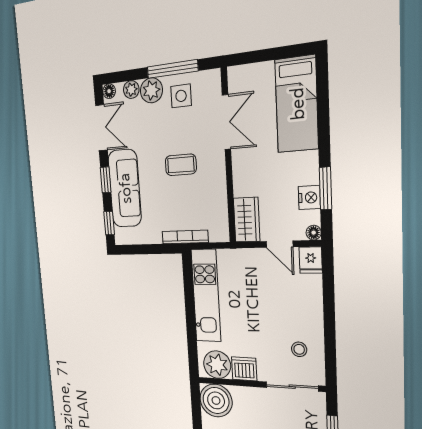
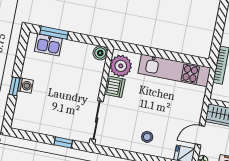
stool: (299, 349) -> (147, 137), moved
boiler: (216, 400) -> (100, 53), width x0.54, depth x0.54

